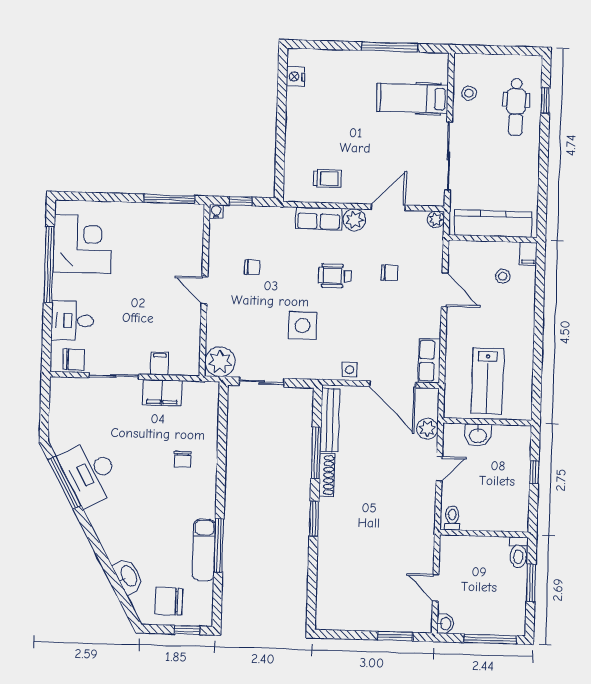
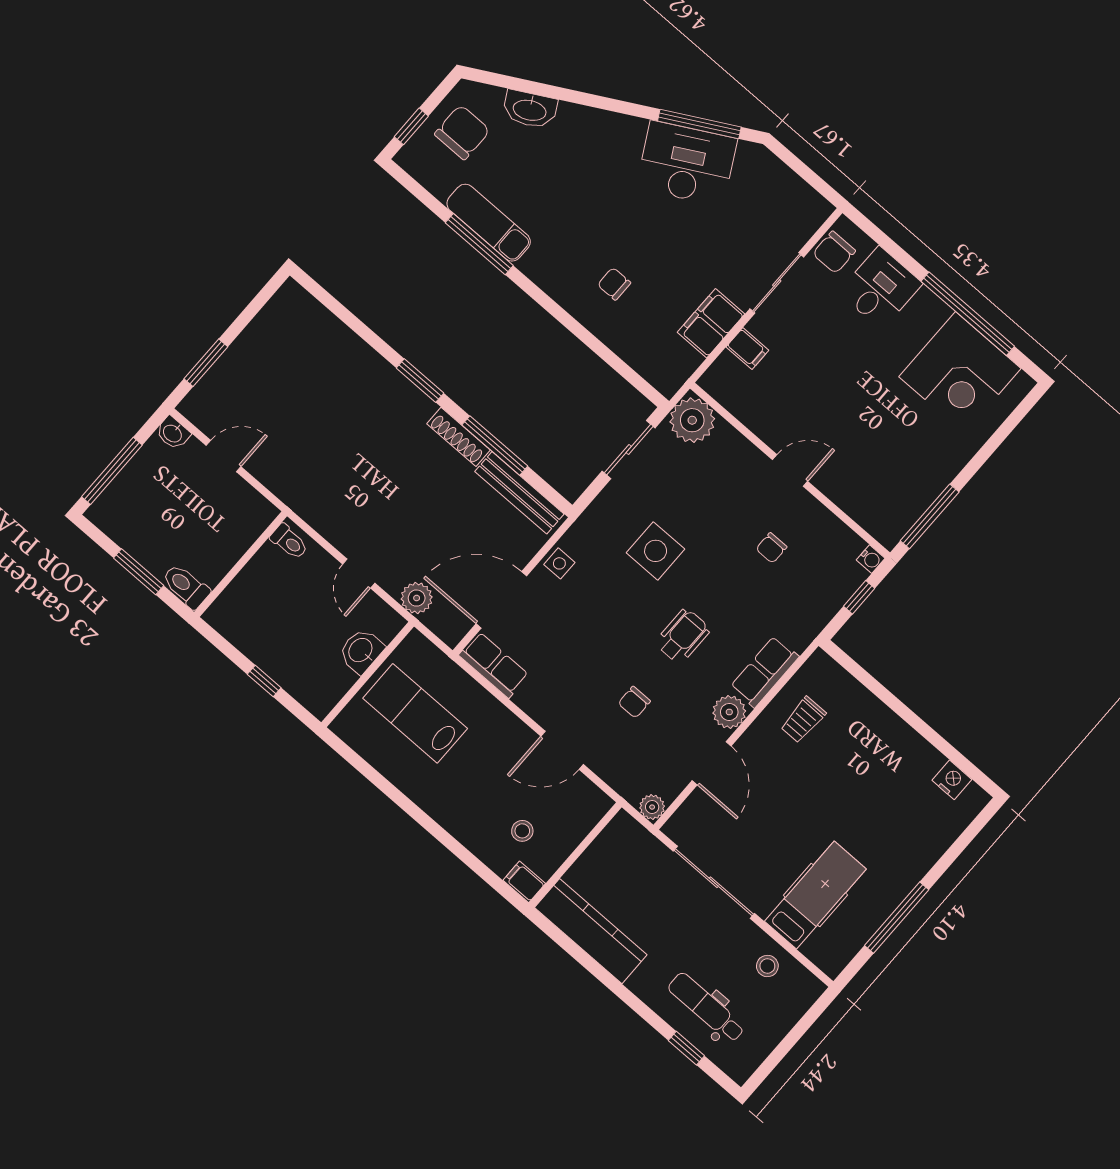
kitchen counter: (493, 224) -> (591, 931), moved, turned -90

